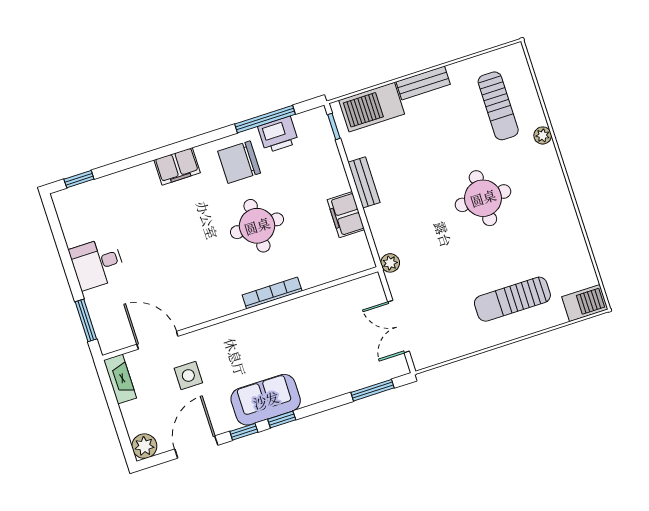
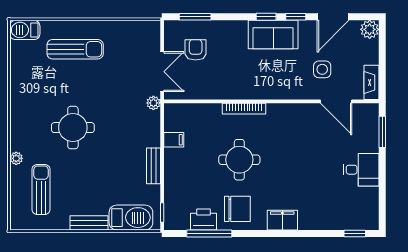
filing cabinet: (346, 215) -> (174, 140), width x0.50
double door: (398, 327) -> (162, 72), moved
armchair: (358, 348) -> (196, 50), added

